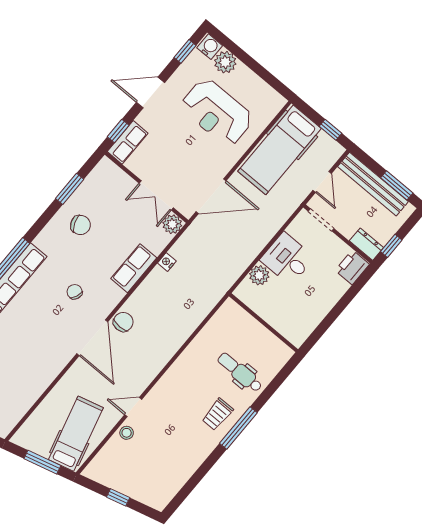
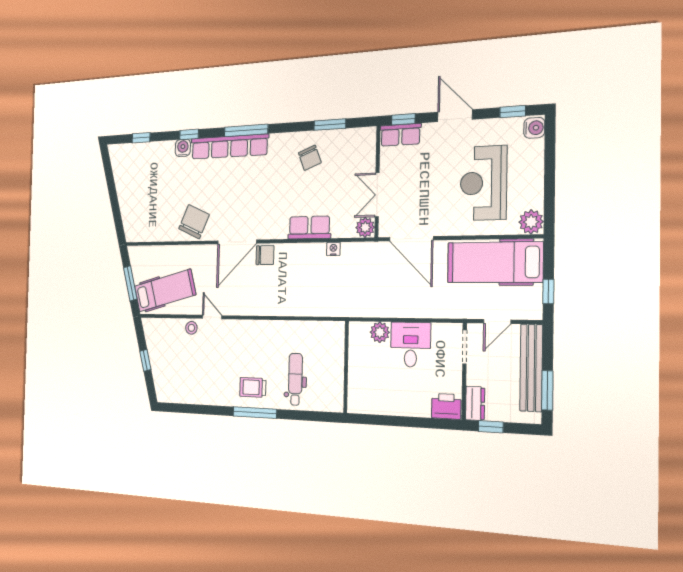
plant: (225, 62) -> (531, 222), moved
chair: (75, 292) -> (194, 222), moved, width x1.87, depth x1.87

